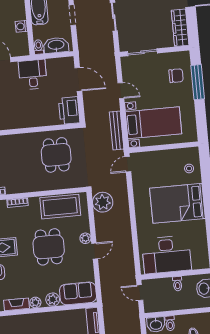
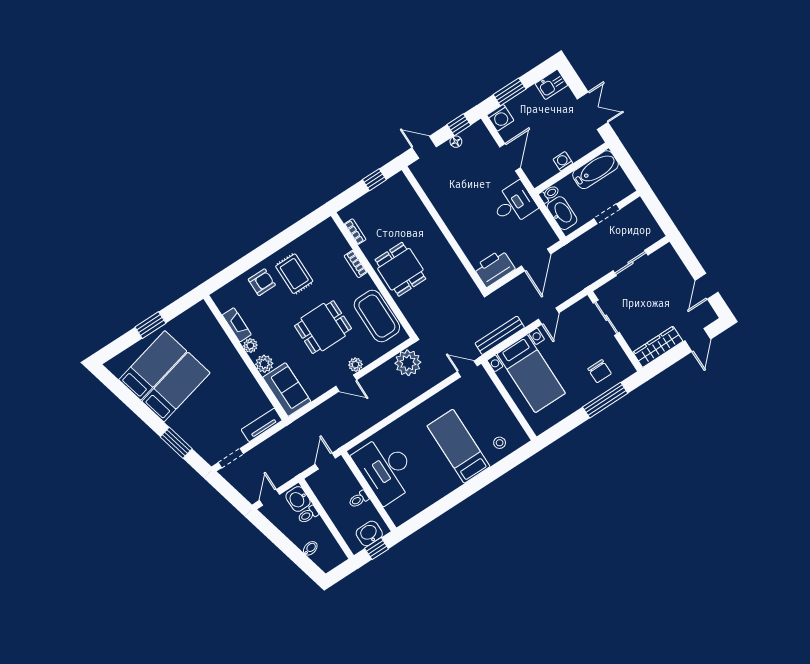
dining table: (56, 155) -> (400, 269), moved, turned 90
bed: (177, 203) -> (459, 446), width x0.67

